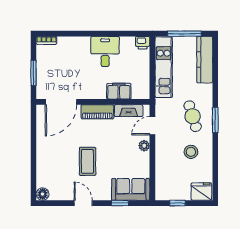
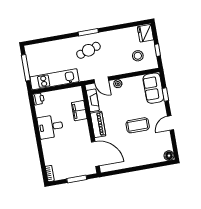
kitchen counter: (205, 60) -> (43, 49), removed
stool: (191, 152) -> (138, 56), moved

